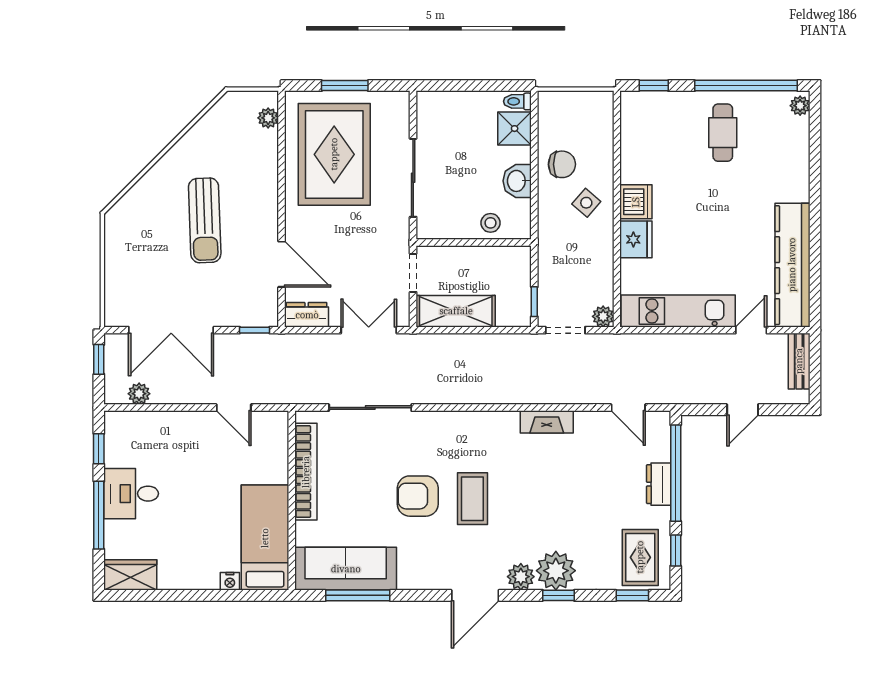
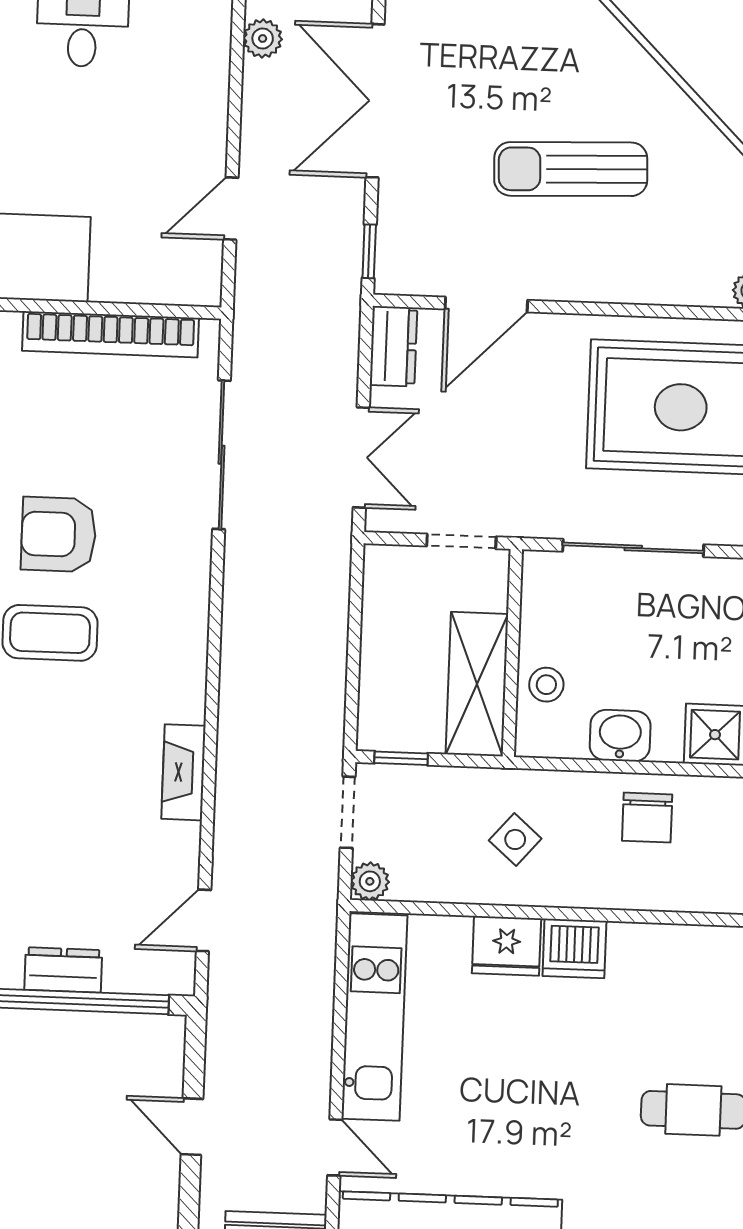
side table: (586, 203) -> (515, 839), moved
shelving: (456, 311) -> (477, 684), moved
armchair: (418, 496) -> (59, 534), turned -90

